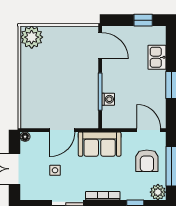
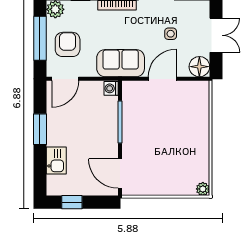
plant: (32, 37) -> (203, 189), width x0.53, depth x0.53
washing machine: (108, 99) -> (111, 88), moved
door: (149, 130) -> (65, 79), hinge flipped
floor lamp: (25, 137) -> (199, 67), width x1.89, depth x1.89

